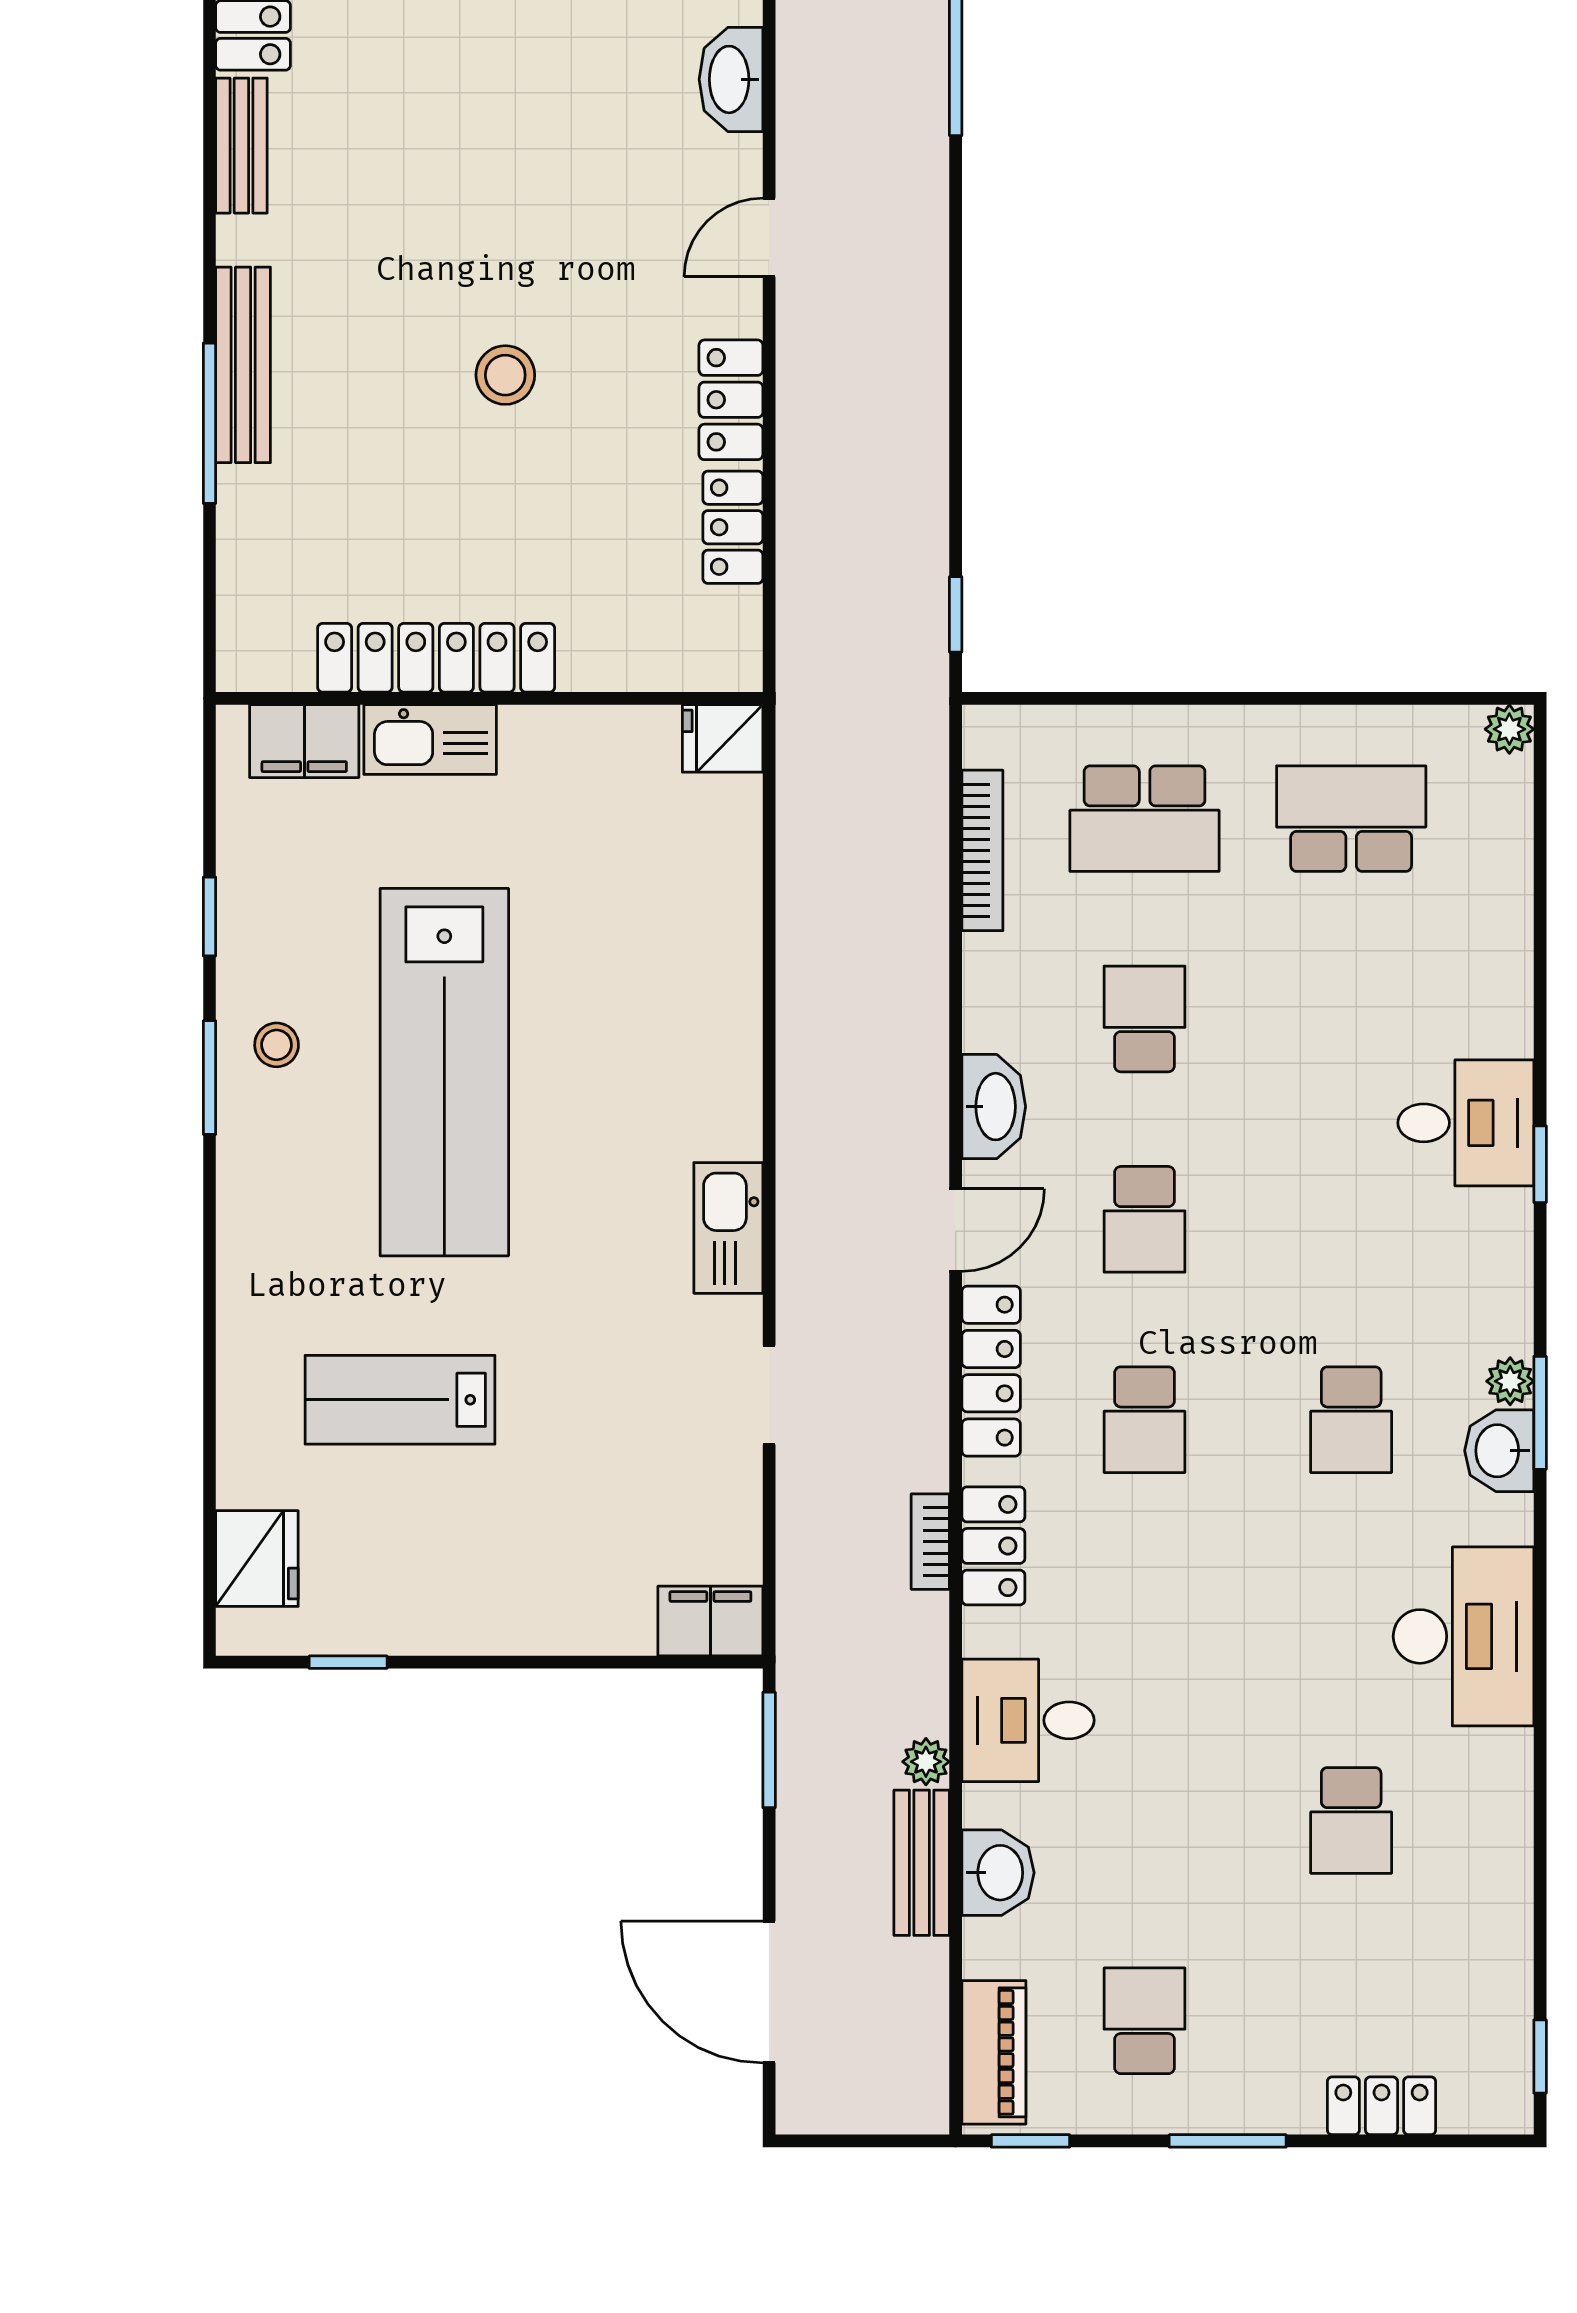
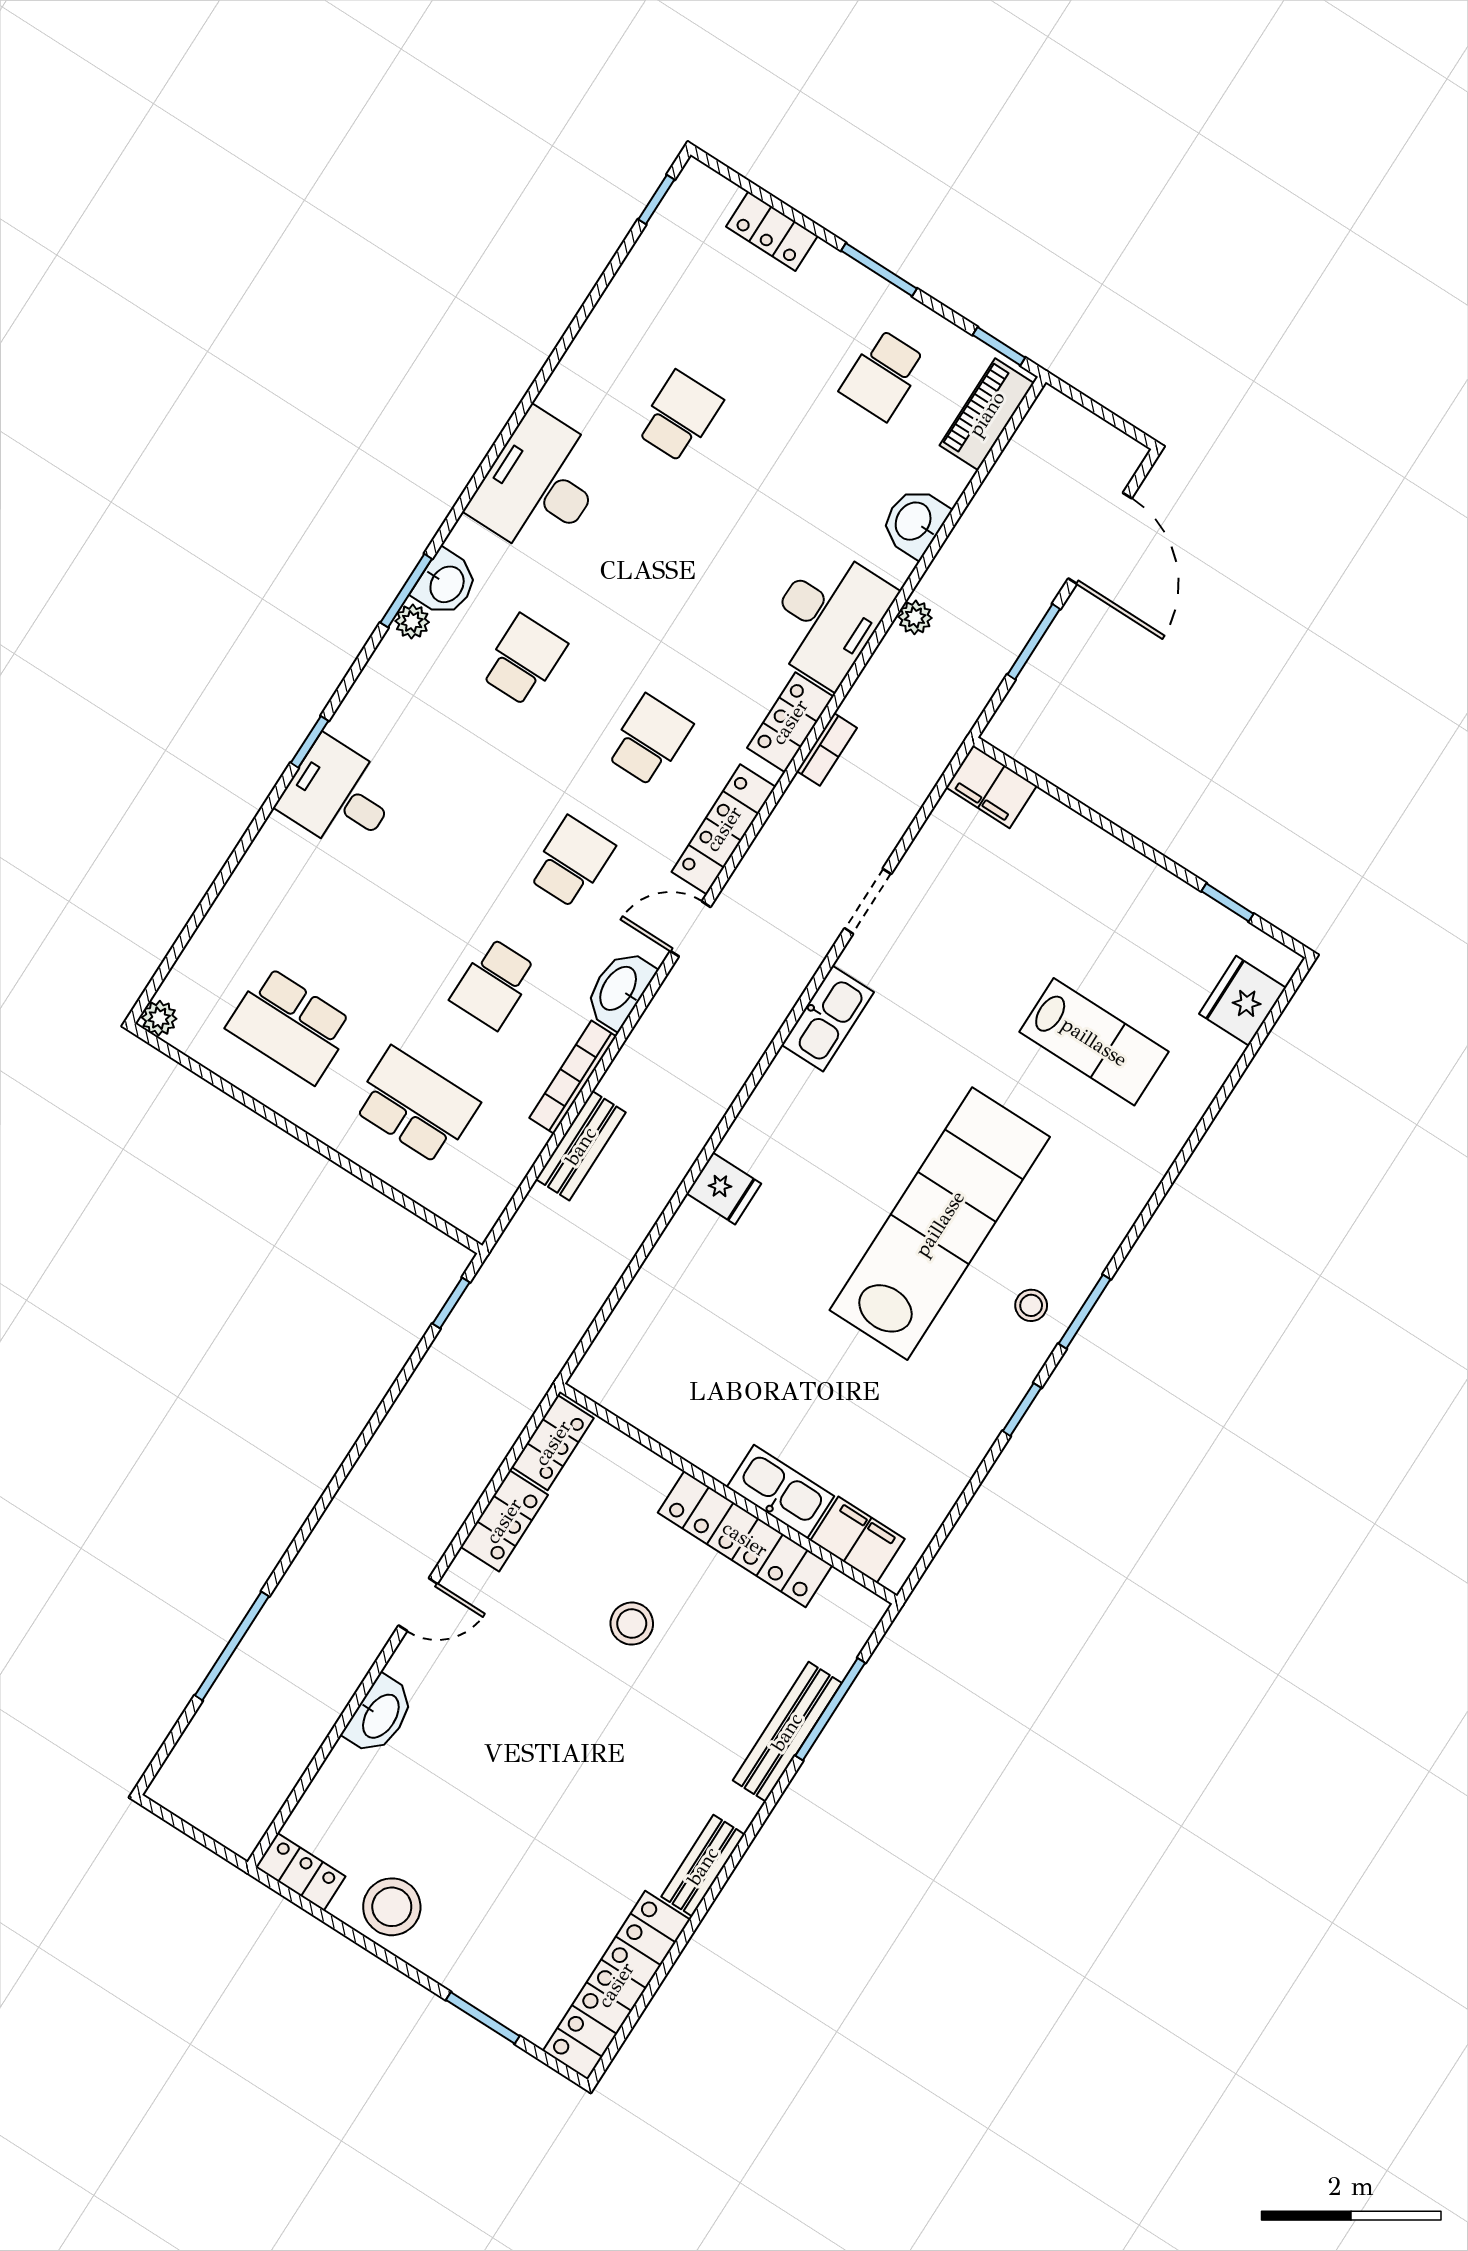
locker: (436, 658) -> (745, 1539), moved
wall: (489, 698) -> (729, 1494), moved
fridge: (723, 738) -> (724, 1189), moved
kitchen sink: (430, 740) -> (780, 1492), moved
filing cabinet: (304, 741) -> (858, 1540), moved
bookcase: (982, 850) -> (573, 1077), moved
desk: (1028, 1720) -> (828, 617), width x1.37
window: (769, 1750) -> (1034, 642), moved
bench: (922, 1863) -> (581, 1146), moved

